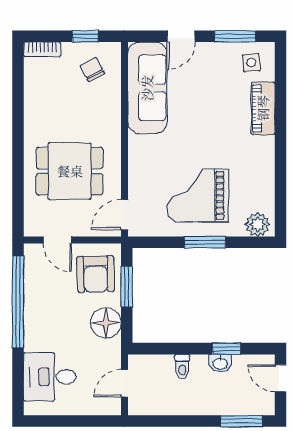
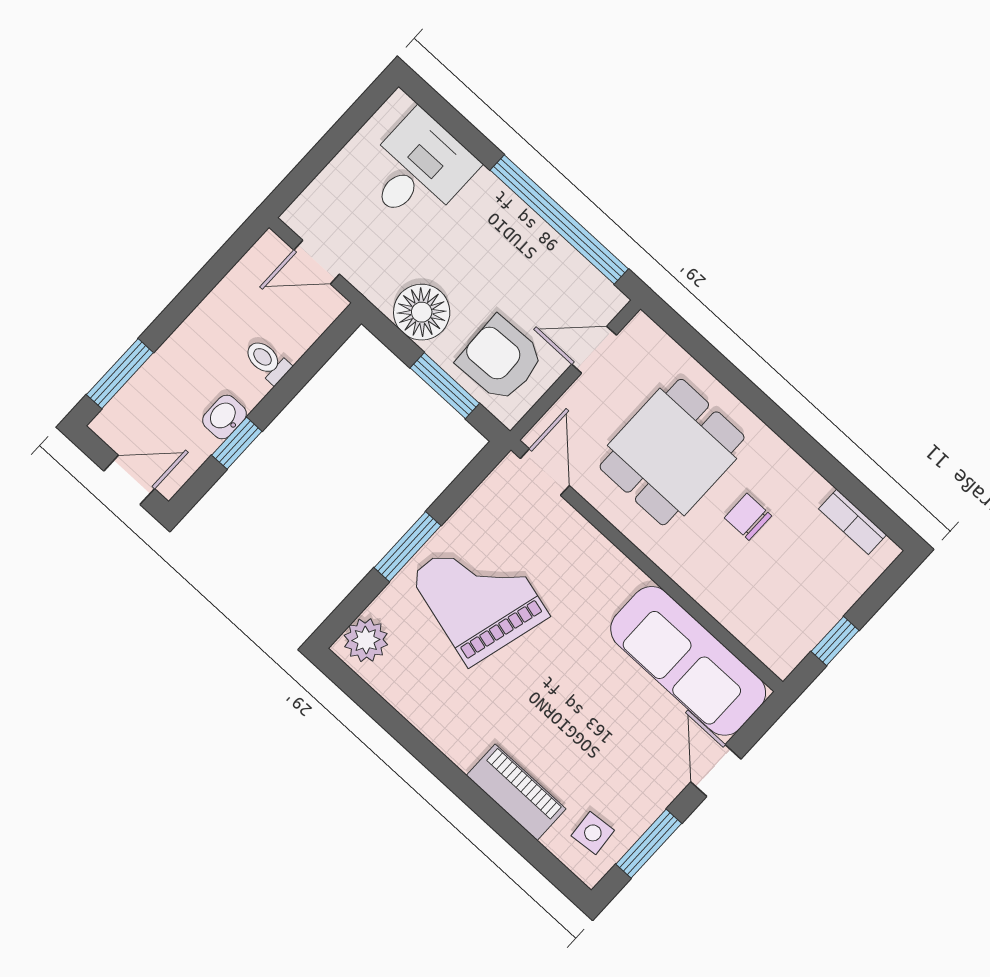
bookcase: (42, 49) -> (853, 522), moved, turned -90
chair: (92, 69) -> (748, 517), moved, turned -153
grand piano: (198, 195) -> (479, 595), turned -75
door: (124, 383) -> (317, 262), swing flipped

